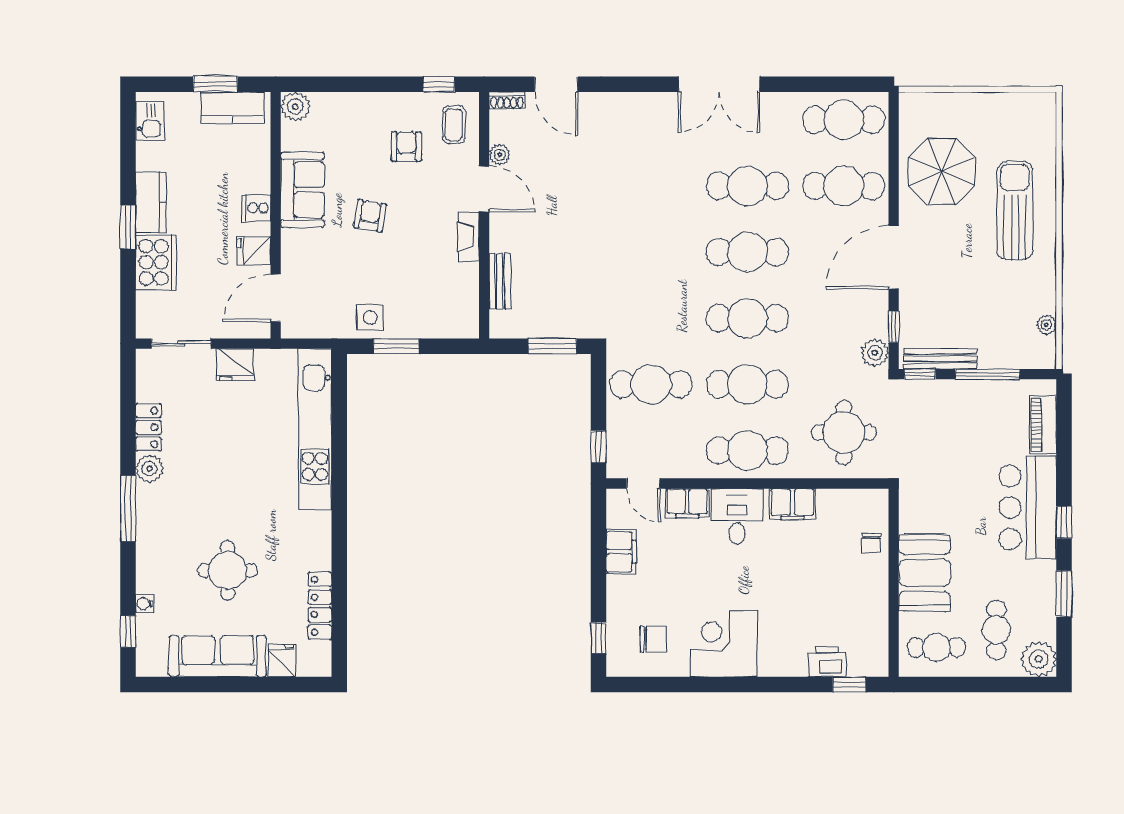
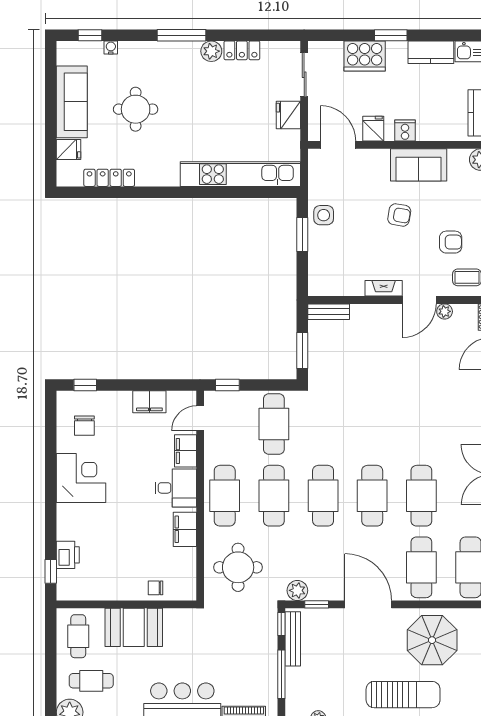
kitchen counter: (151, 202) -> (431, 52), moved
bench: (500, 281) -> (329, 312), moved

